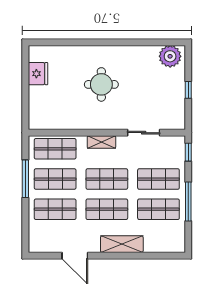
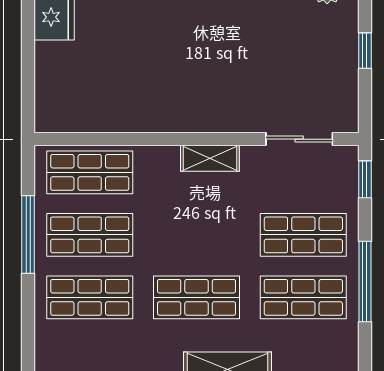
round table: (101, 84) -> (185, 39), removed
sliding door: (144, 133) -> (299, 139), moved
shelving: (101, 142) -> (210, 158), moved
shop shelf: (107, 179) -> (197, 235), removed

